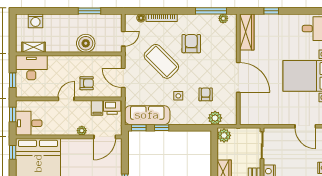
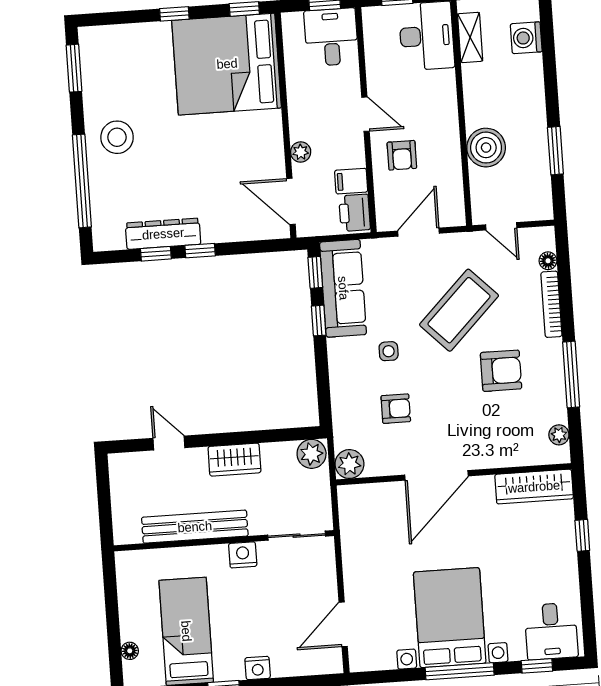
window: (211, 11) -> (571, 374), moved
plant: (215, 118) -> (349, 464), moved
desk: (29, 123) -> (331, 37), moved

